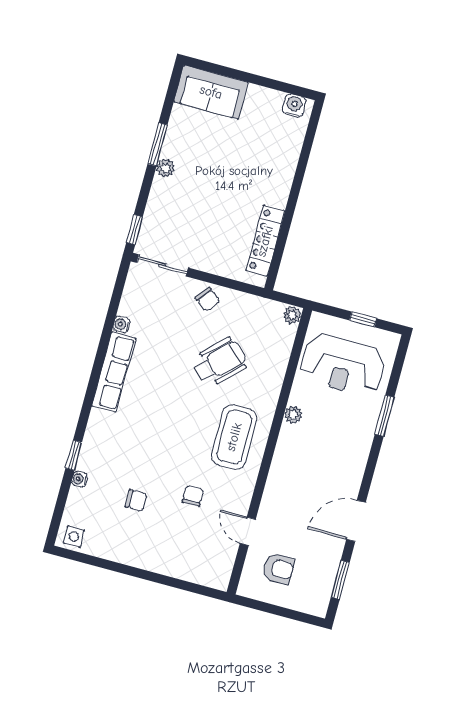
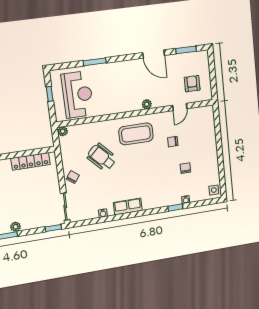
row of seats: (114, 372) -> (128, 207), width x0.68
plant: (293, 415) -> (147, 104), moved

